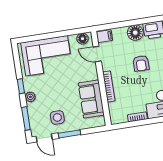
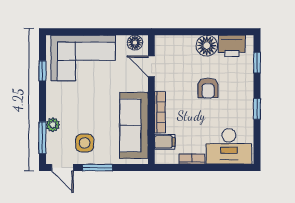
filing cabinet: (104, 36) -> (165, 142), moved
window: (21, 86) -> (42, 71), moved
plant: (30, 97) -> (53, 125), moved
sofa: (91, 99) -> (134, 125), width x1.36

